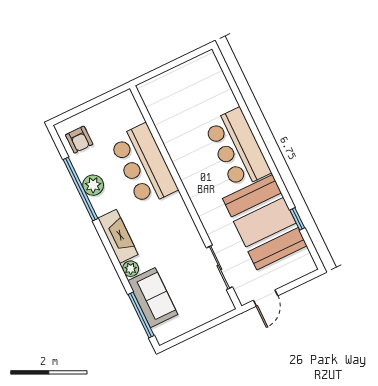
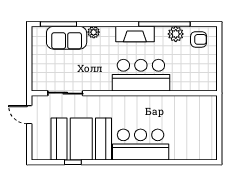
armchair: (79, 140) -> (199, 39), turned 180
bar counter: (144, 165) -> (141, 75), moved
plant: (93, 185) -> (176, 34), moved
fireplace: (118, 236) -> (135, 34), moved

